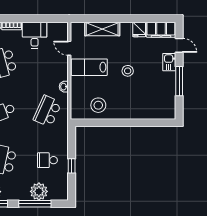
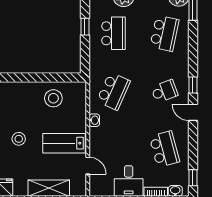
lab bench: (89, 67) -> (64, 143), turned 180
school desk: (47, 160) -> (113, 33), width x1.85

